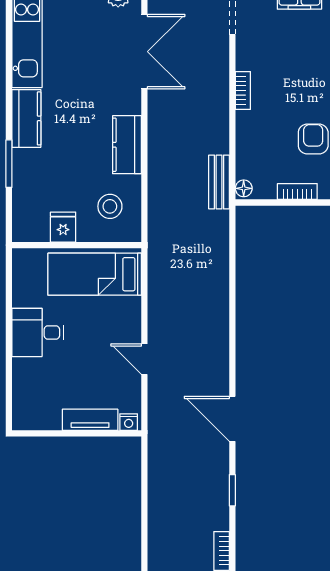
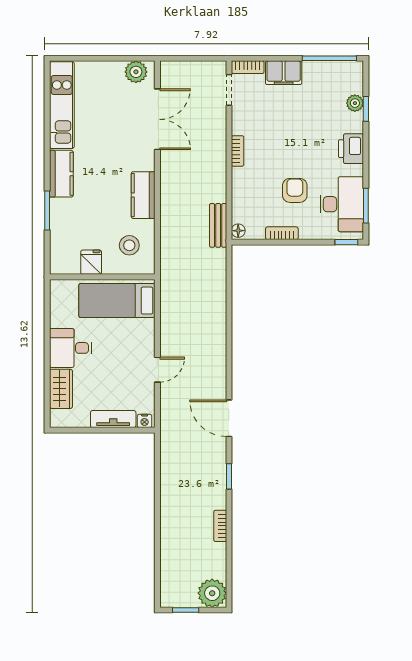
door: (144, 359) -> (157, 370), swing flipped
wardrobe: (26, 383) -> (61, 389), added

